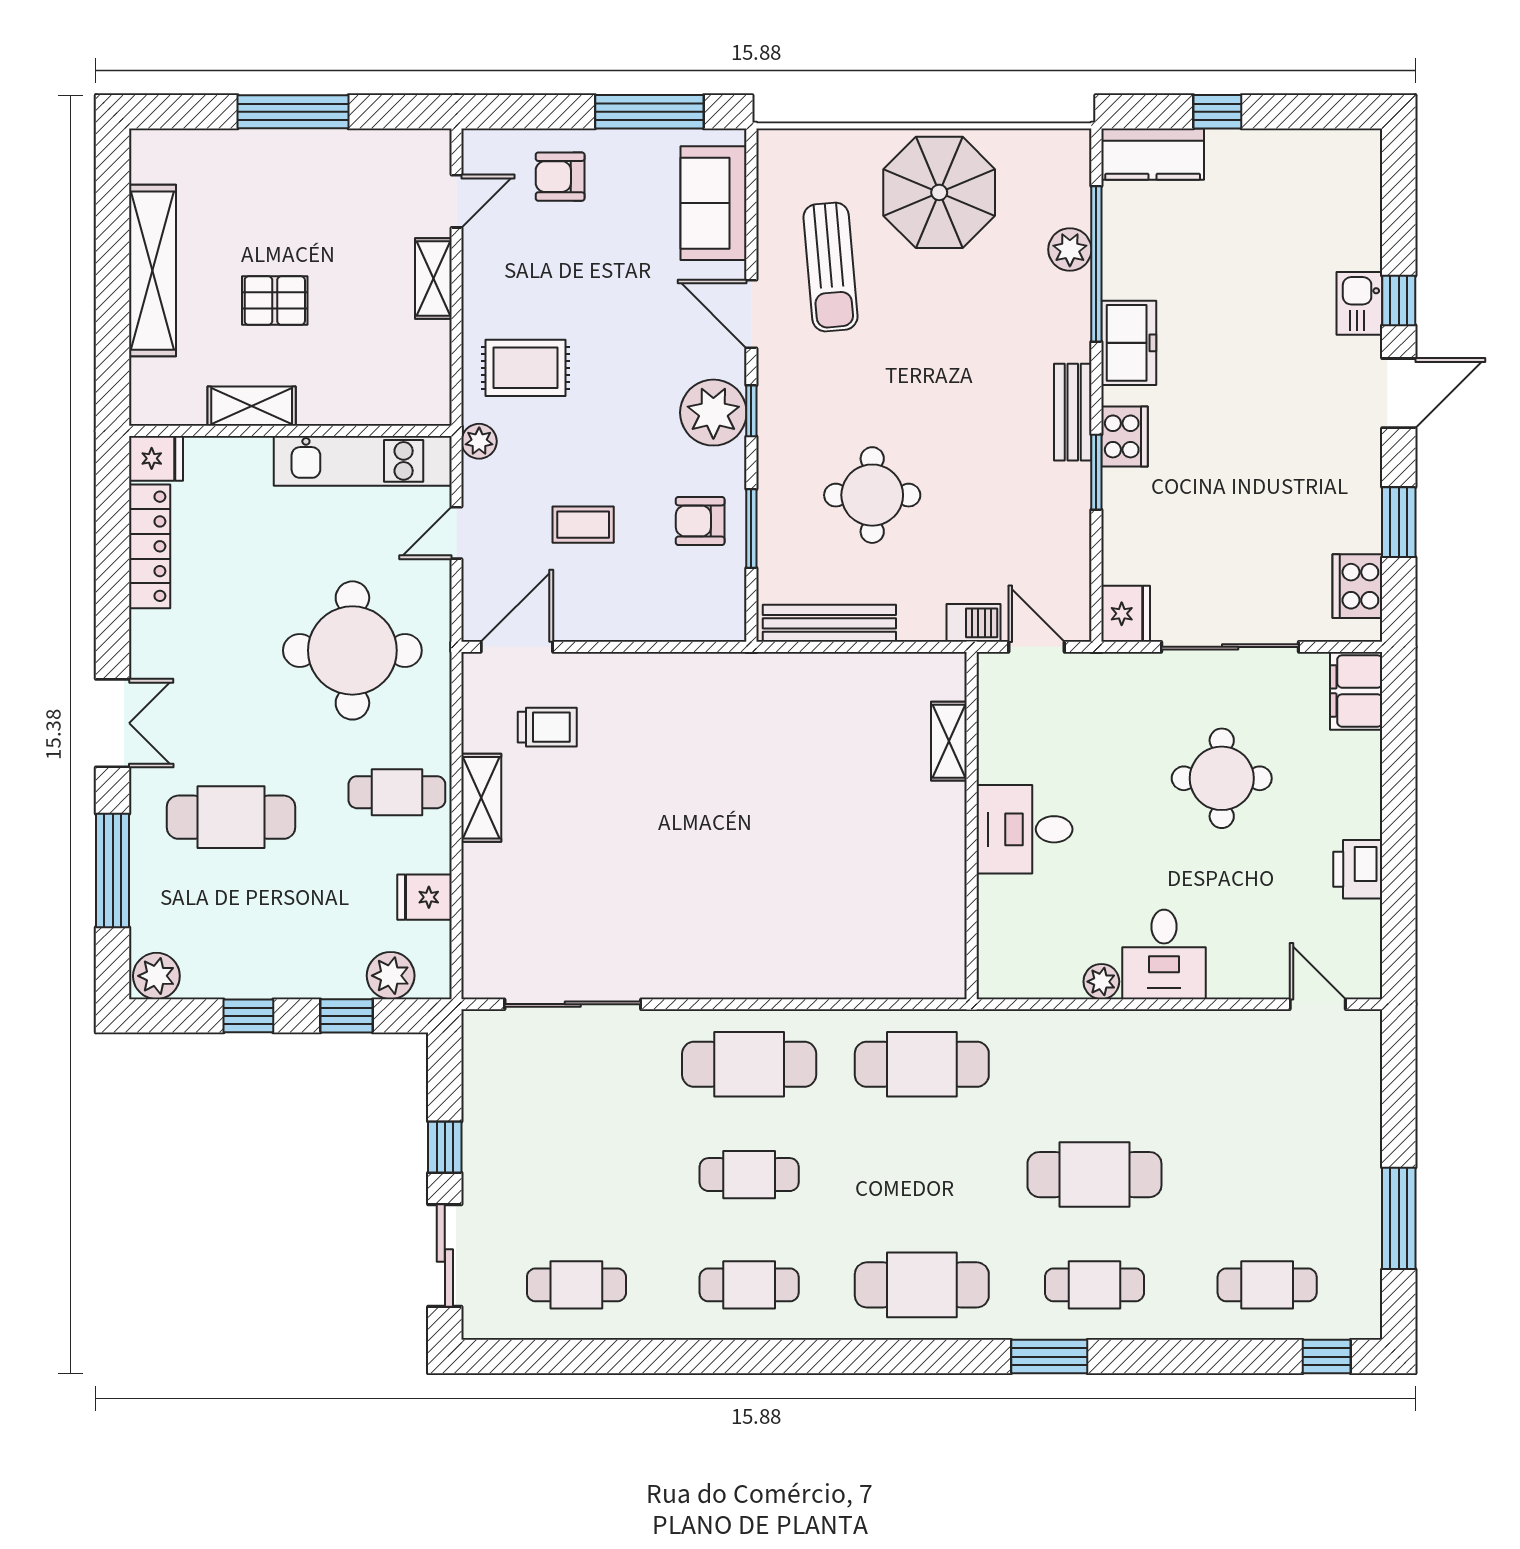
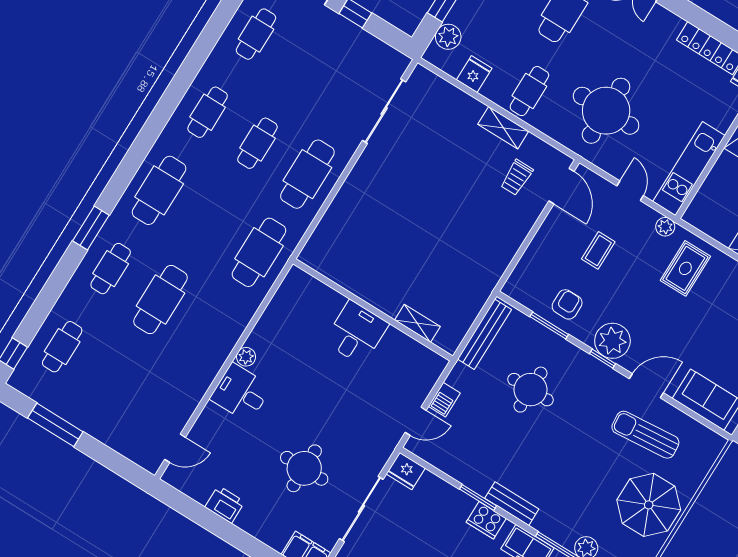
shelving: (949, 741) -> (417, 323), moved
wall: (972, 826) -> (373, 310), moved
desk: (1024, 829) -> (356, 333), moved

